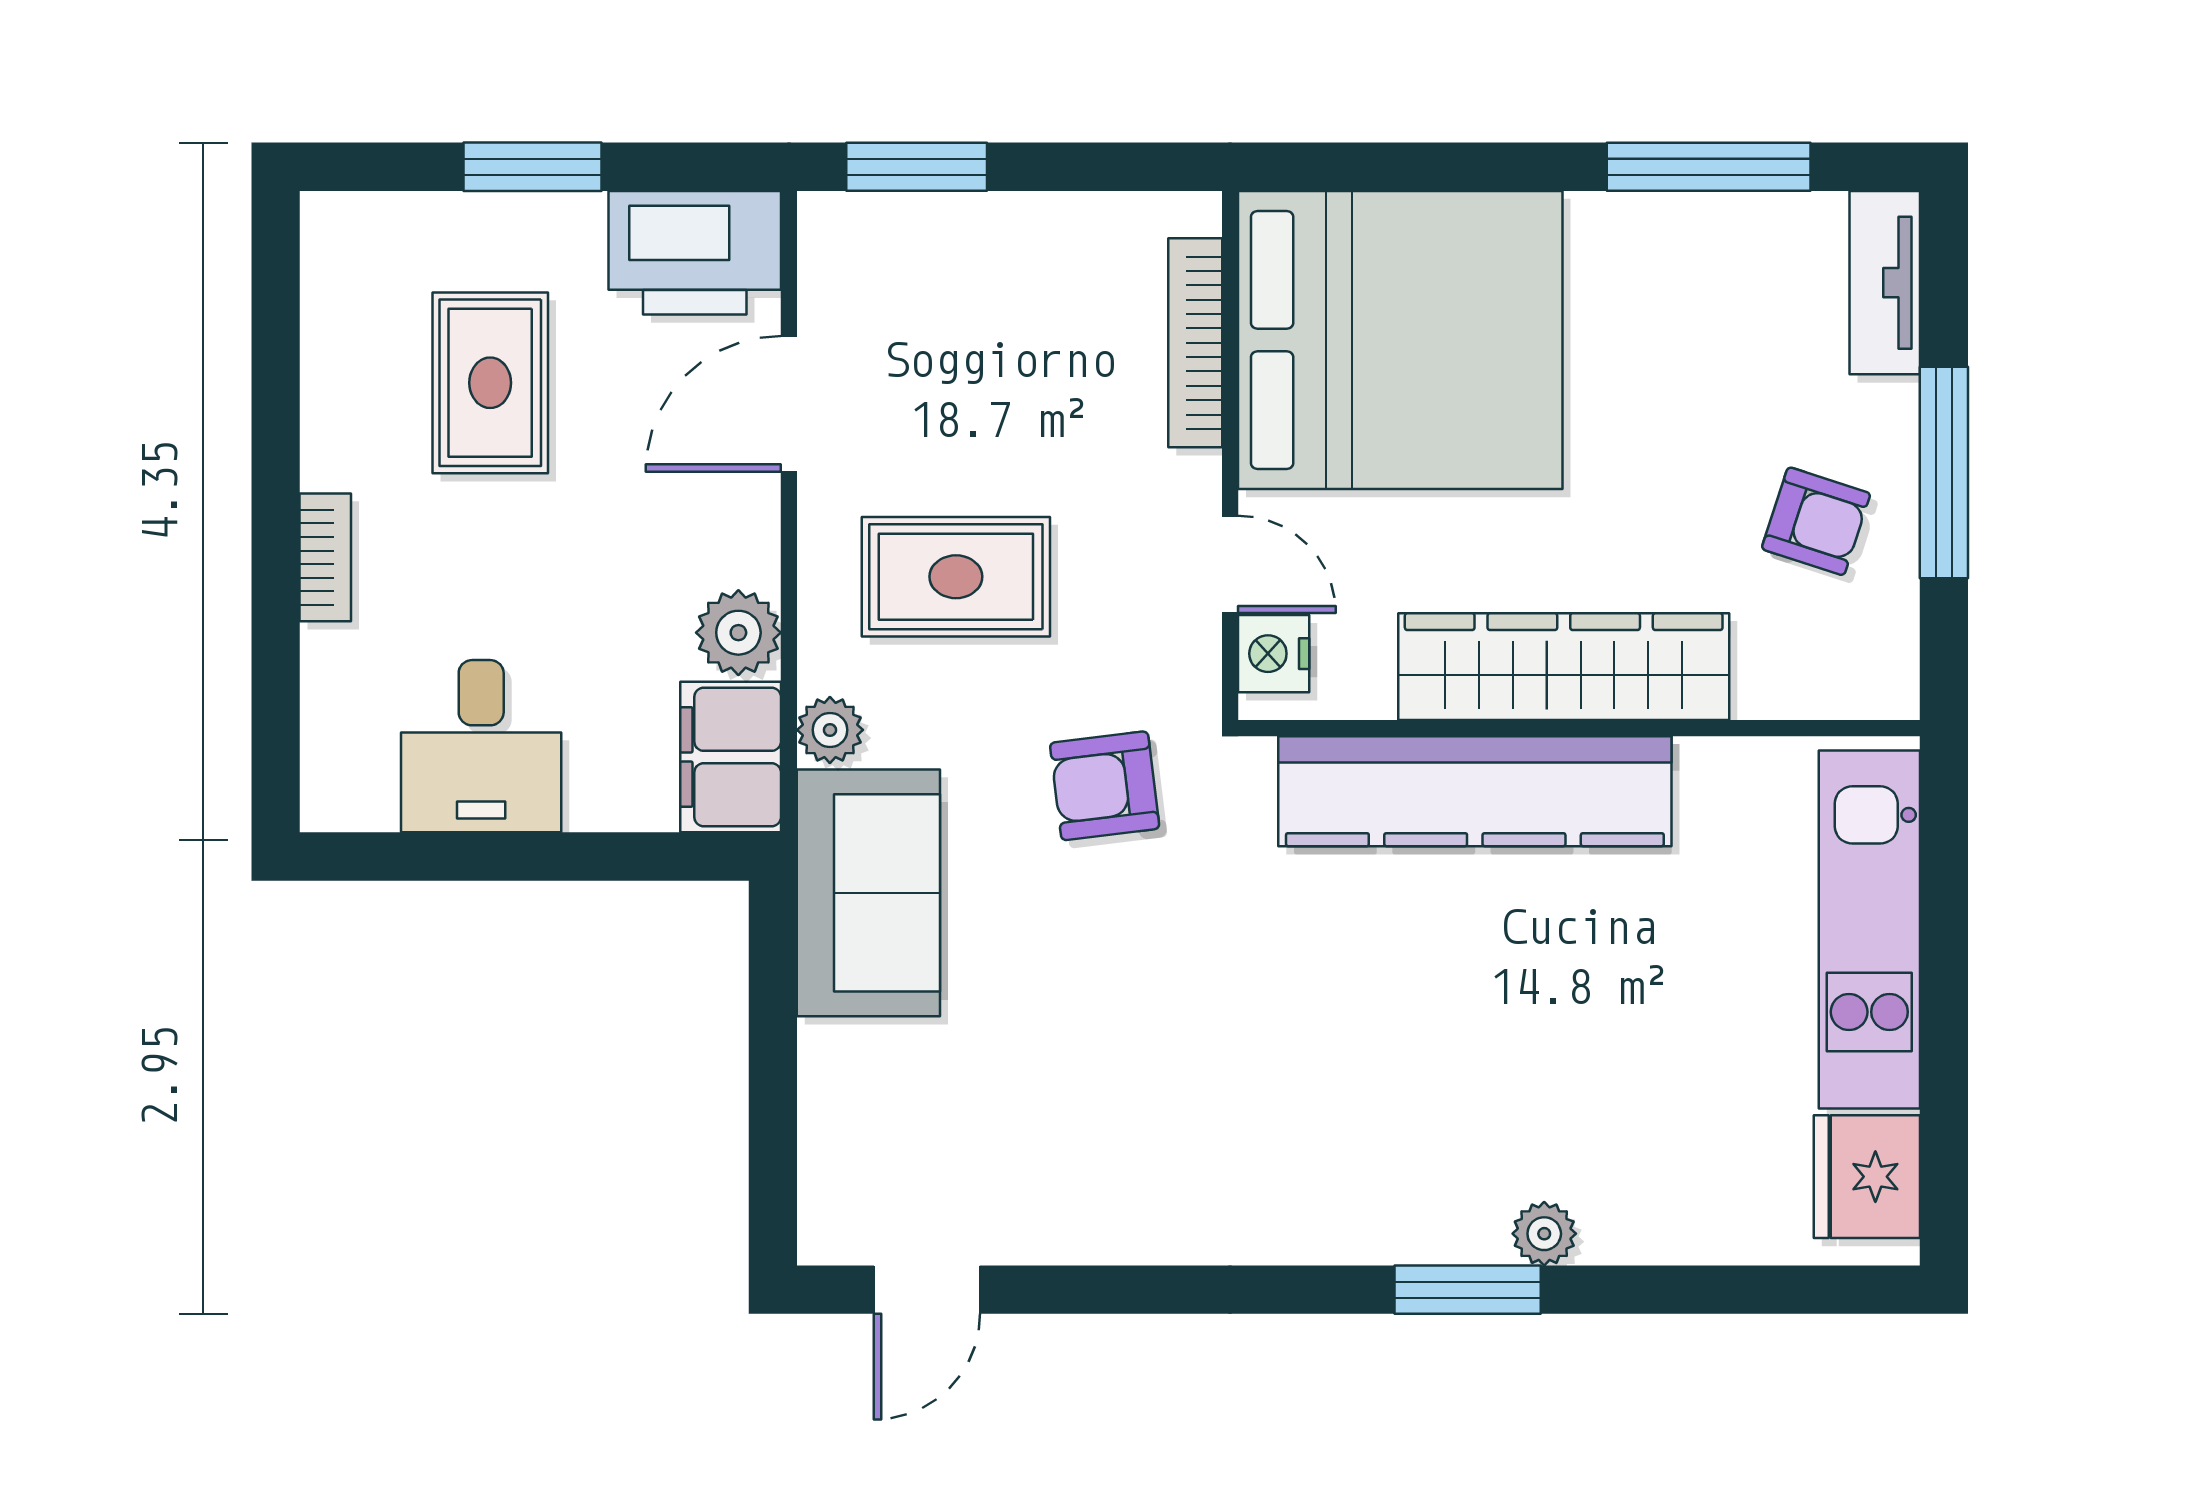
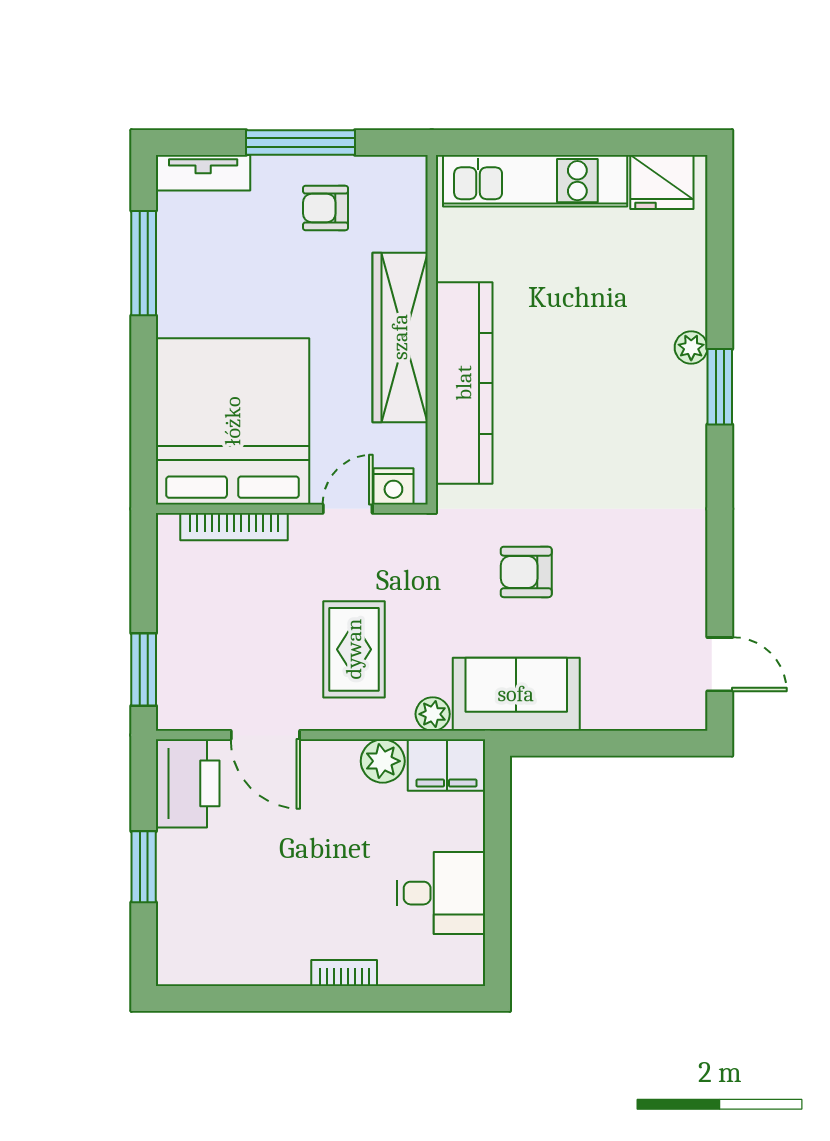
rug: (490, 383) -> (254, 888), removed
armchair: (1816, 521) -> (326, 208), turned -108
armchair: (1105, 786) -> (526, 572), moved, turned 97

